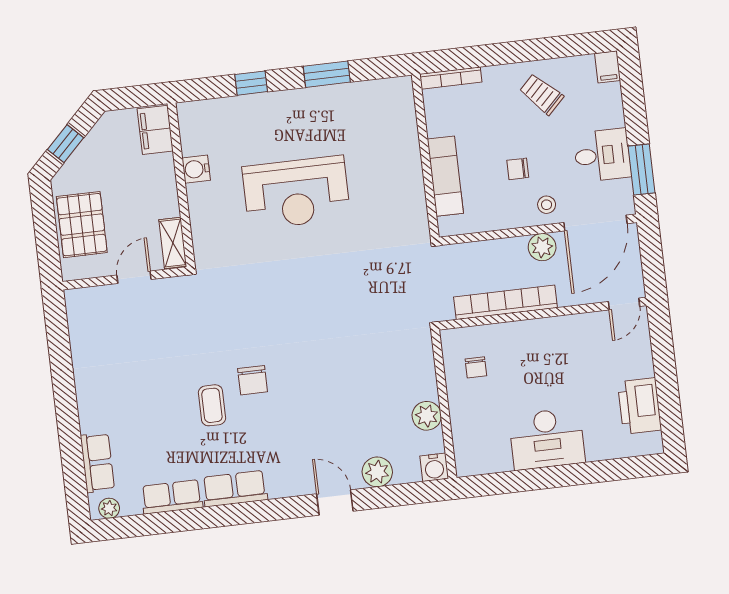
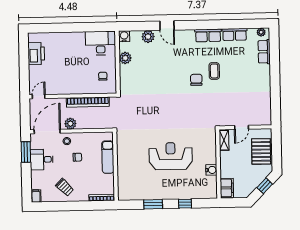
desk: (547, 439) -> (101, 43), moved

